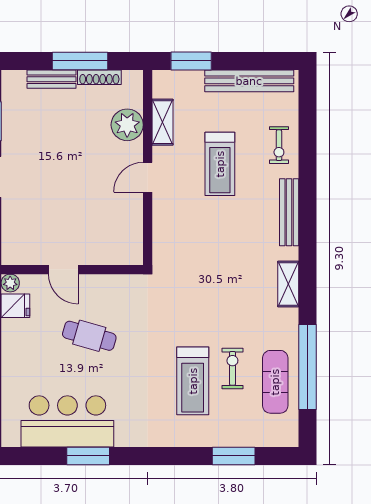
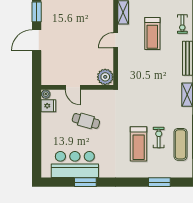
plant: (127, 125) -> (105, 77), moved

